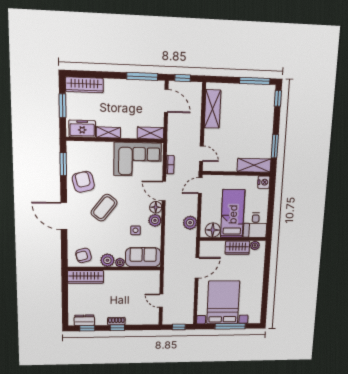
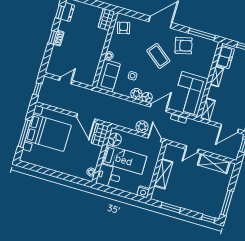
door: (201, 154) -> (192, 149), moved
window: (63, 164) -> (202, 34), width x1.44
shelving: (254, 165) -> (163, 174), moved
plant: (190, 223) -> (142, 127), moved
wardrobe: (237, 248) -> (100, 135), moved
plant: (107, 260) -> (114, 46), removed
wardrobe: (86, 277) -> (106, 19), width x0.67

